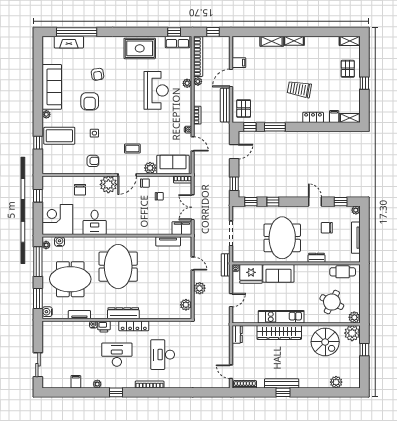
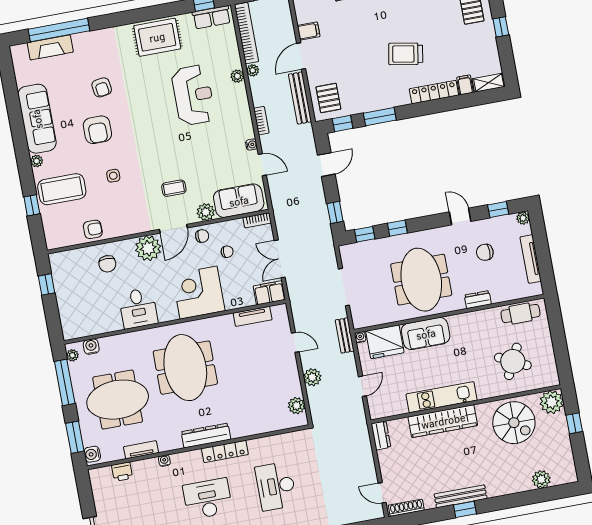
locker: (313, 117) -> (434, 92), width x1.53
armchair: (93, 161) -> (93, 229), moved
corner desk: (57, 219) -> (198, 293), moved
plant: (354, 317) -> (550, 378), removed
printer: (104, 327) -> (122, 472), moved

